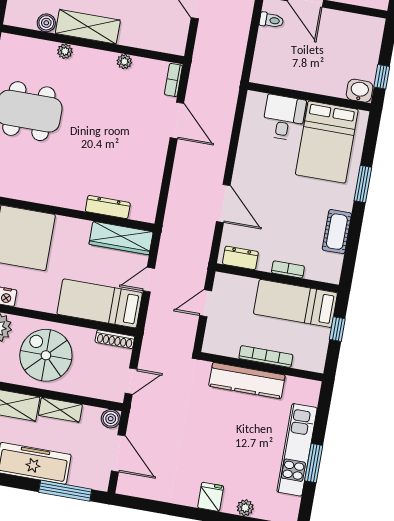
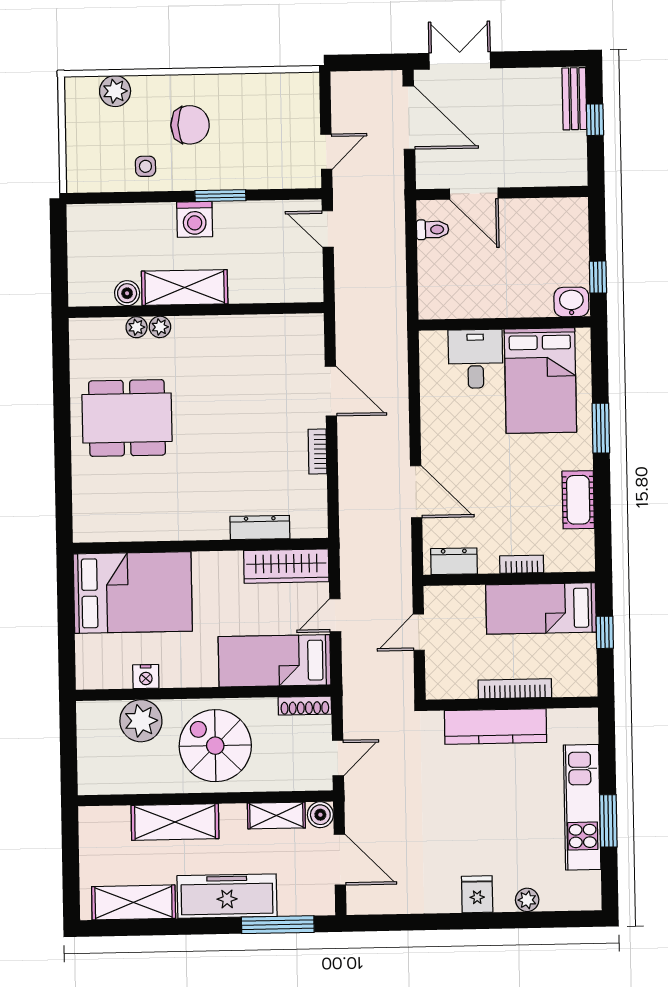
plant: (124, 62) -> (137, 327), moved
bookcase: (173, 80) -> (317, 451), moved
shelving: (60, 410) -> (276, 816), moved

